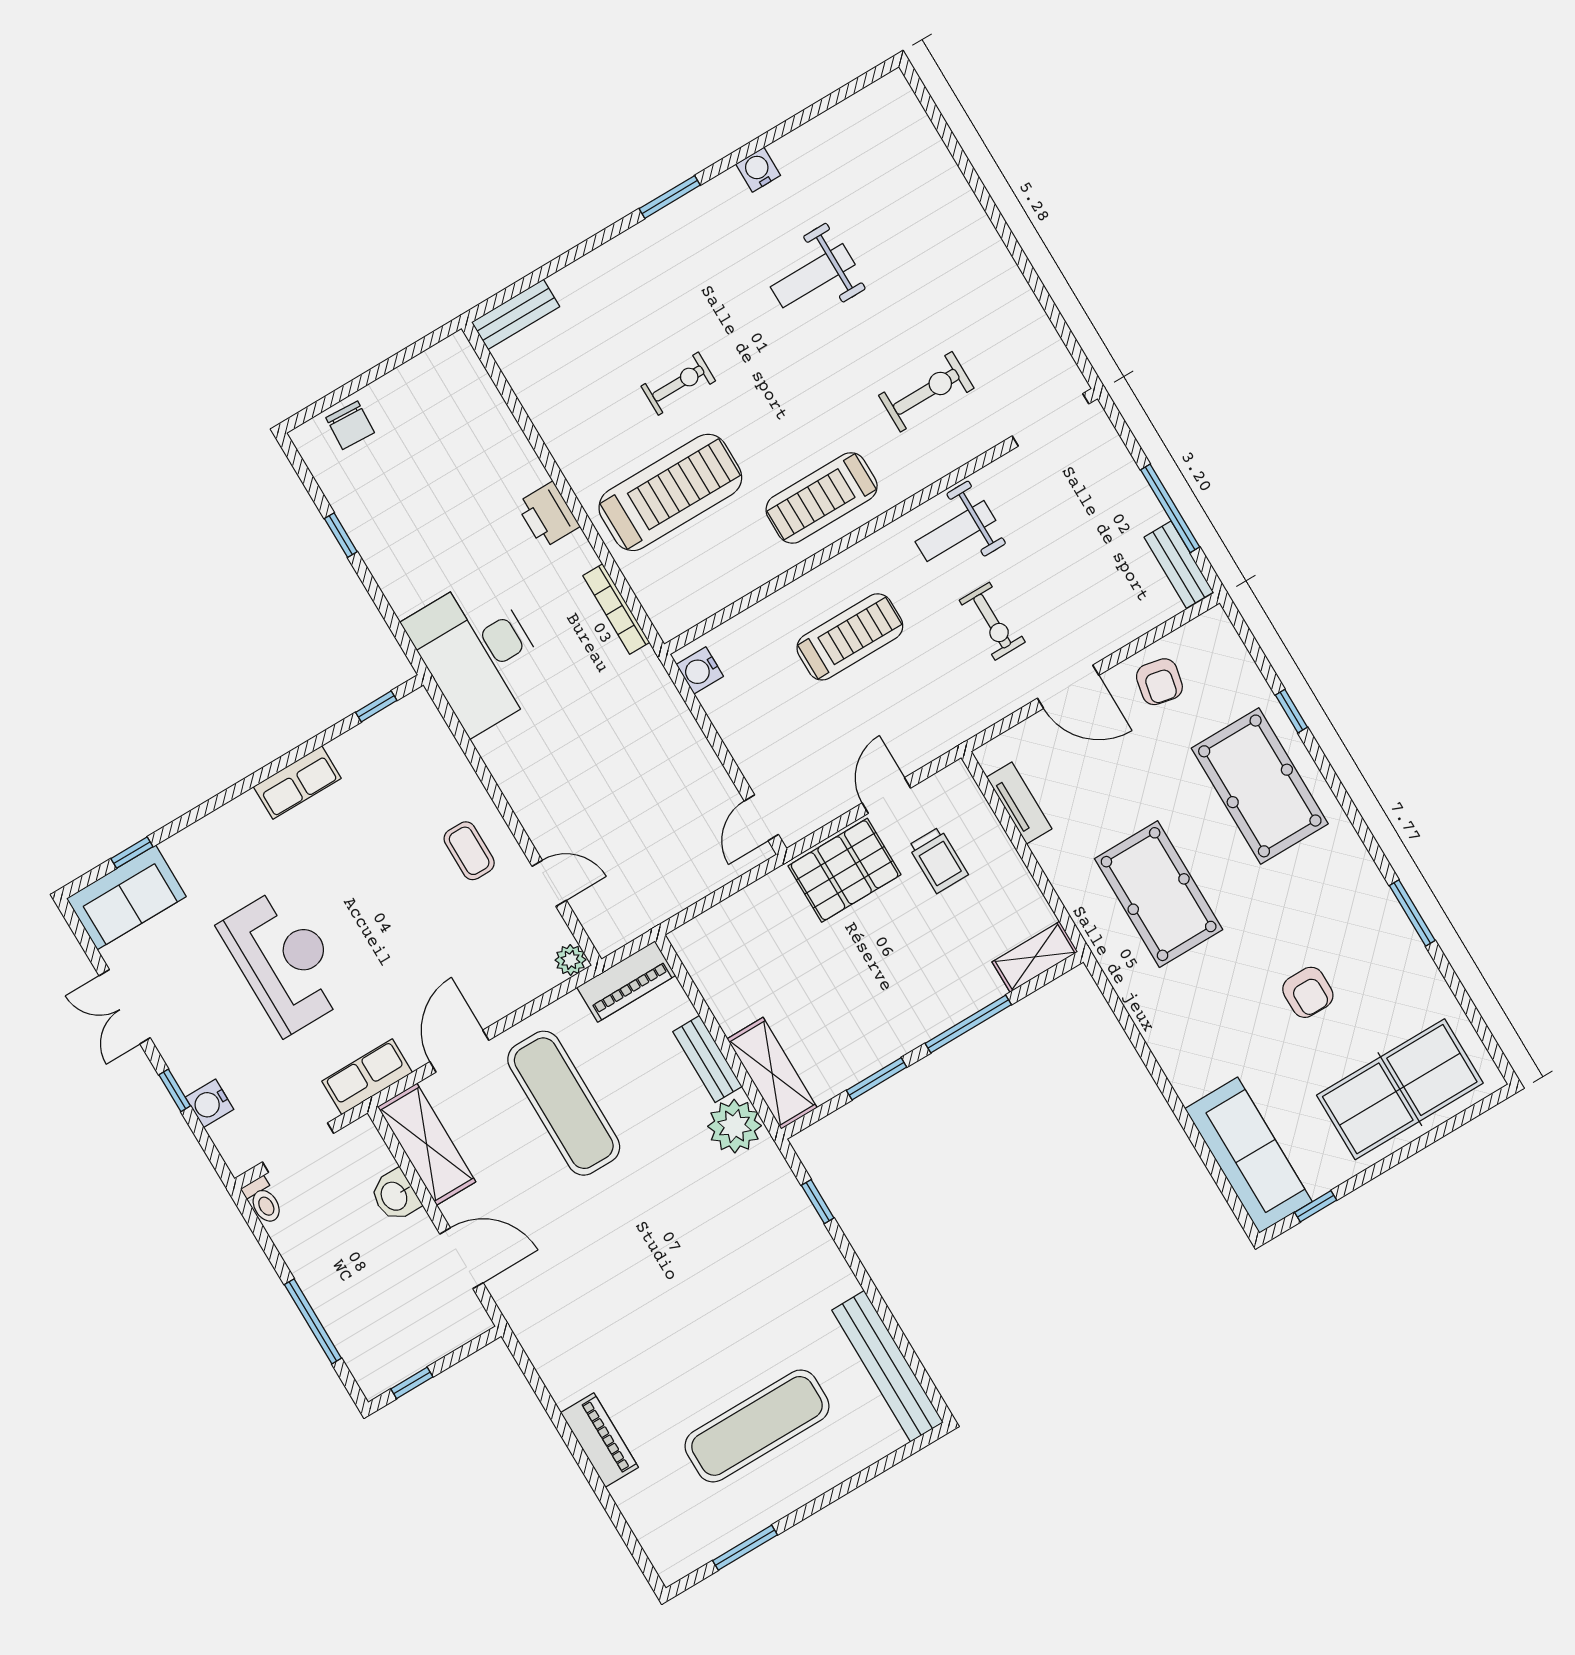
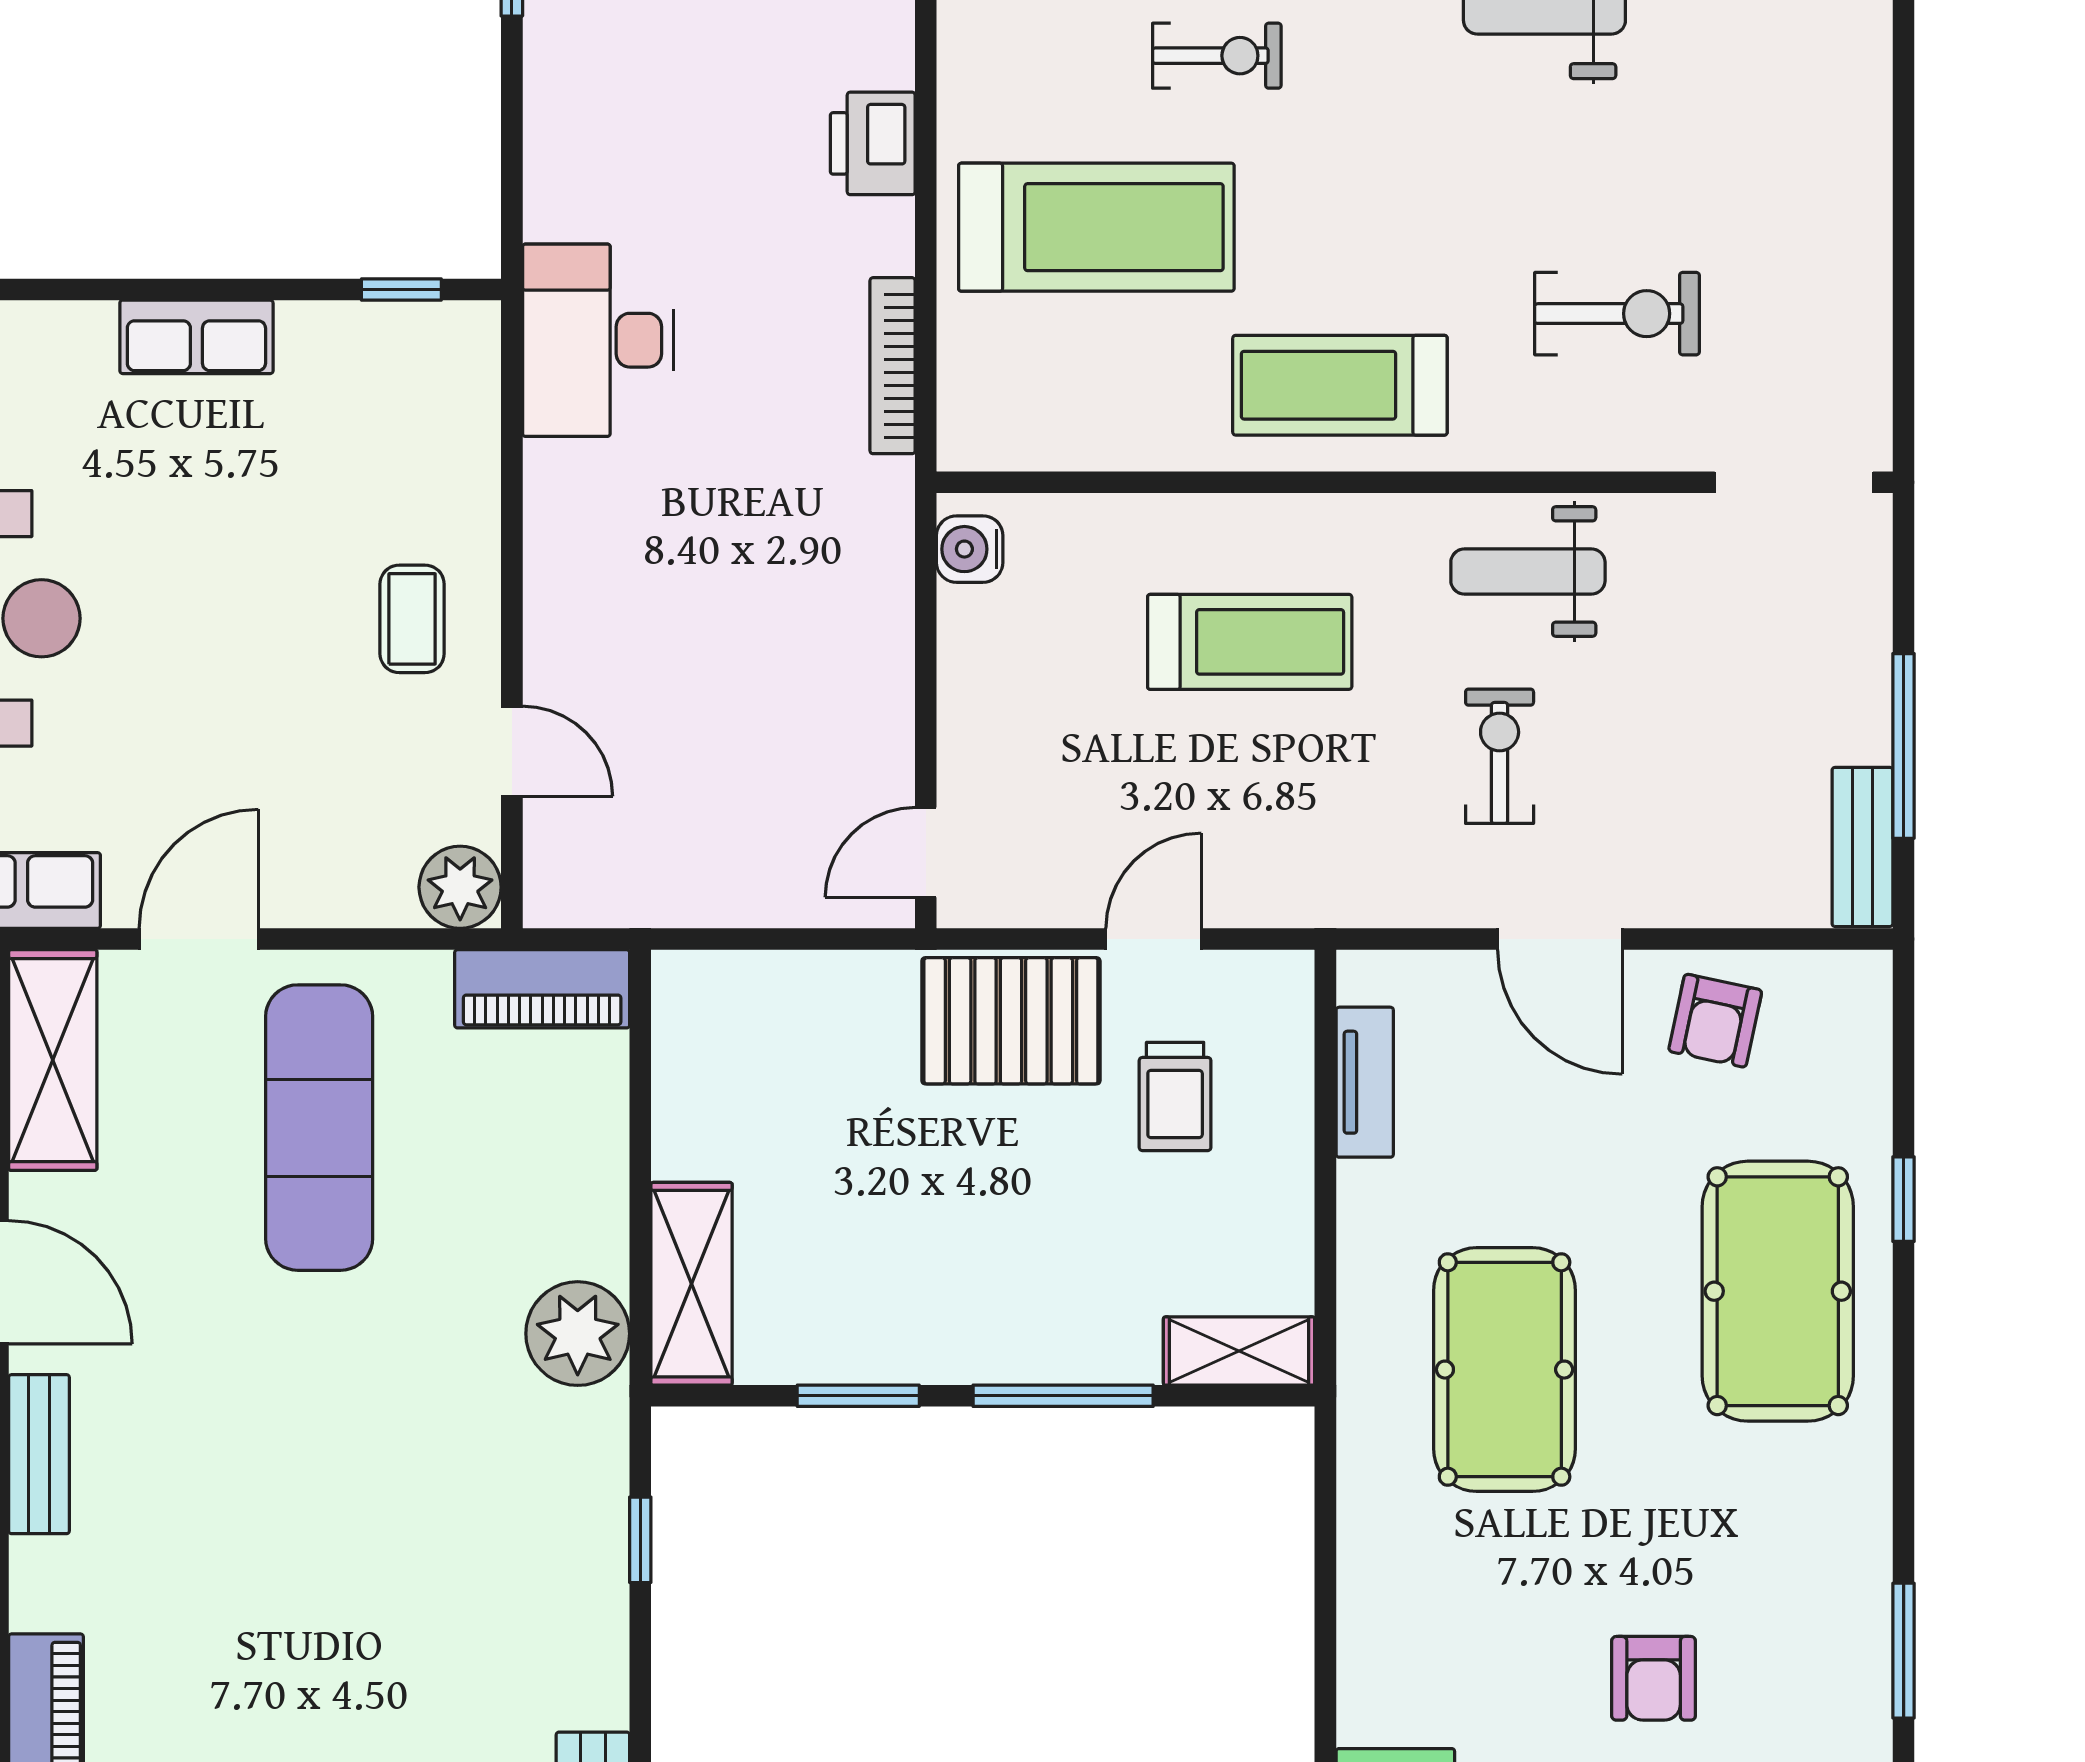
exercise bike: (992, 621) -> (1500, 756), turned 180
desk: (479, 655) -> (598, 340), width x0.73, depth x0.77
plant: (570, 960) -> (460, 887), width x1.38, depth x1.38
bench: (707, 1059) -> (39, 1454), moved

